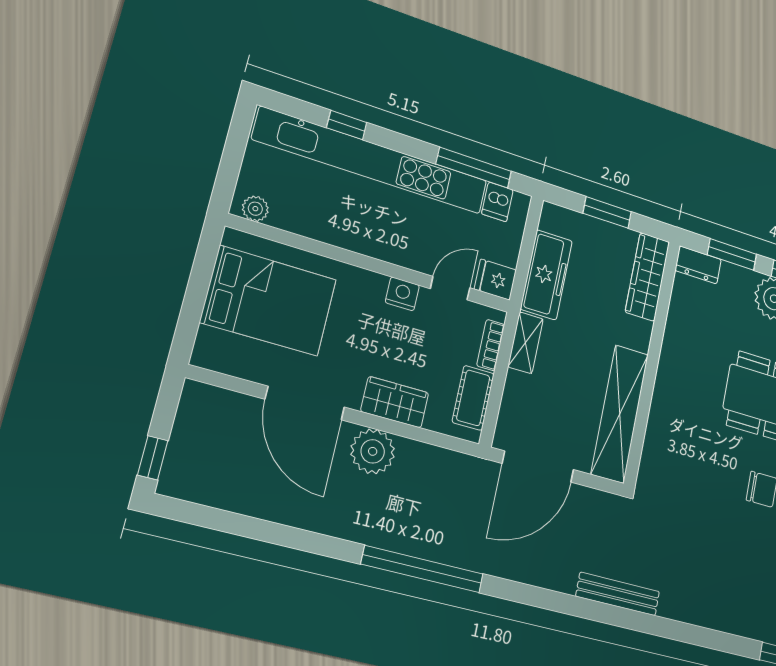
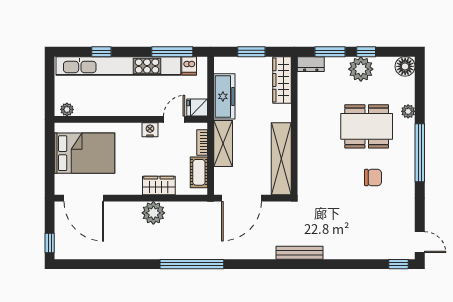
shelving: (526, 343) -> (223, 144), width x1.50, depth x1.33
door: (305, 403) -> (84, 198), moved

